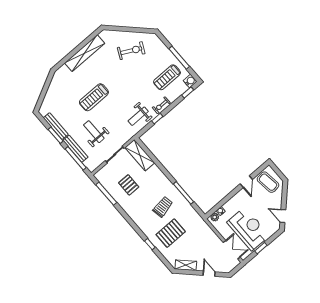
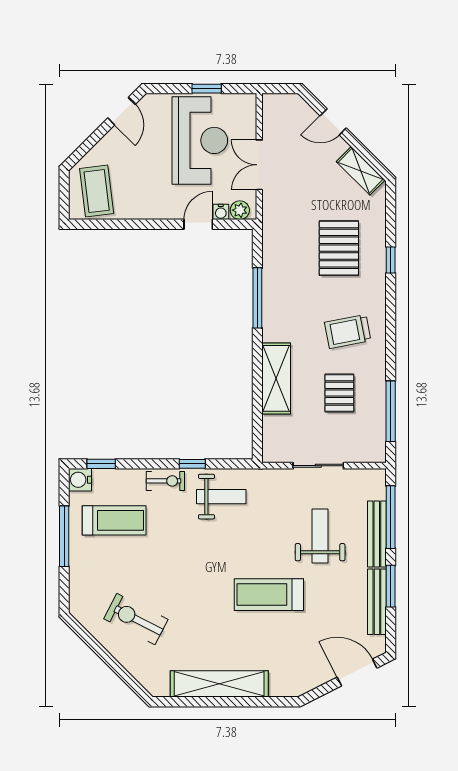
door: (42, 97) -> (357, 673), added
treadmill: (94, 97) -> (269, 595), turned 180
weight bench: (94, 132) -> (320, 536), turned 180
shelving: (140, 155) -> (276, 378), moved
door: (246, 182) -> (198, 224), moved
trolley: (163, 207) -> (348, 332), moved
reception desk: (248, 229) -> (200, 140), turned 180
pallet: (171, 233) -> (339, 248), turned 90
double door: (232, 250) -> (259, 165), moved
door: (209, 274) -> (333, 122), hinge flipped

